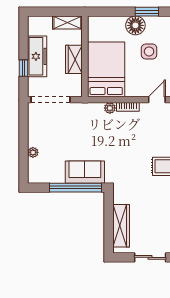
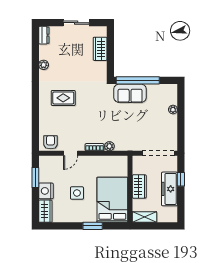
window: (147, 12) -> (93, 226), moved
floor lamp: (135, 25) -> (88, 215), removed
bed: (106, 69) -> (112, 200), moved, turned 180
wardrobe: (121, 226) -> (100, 49), width x0.67

